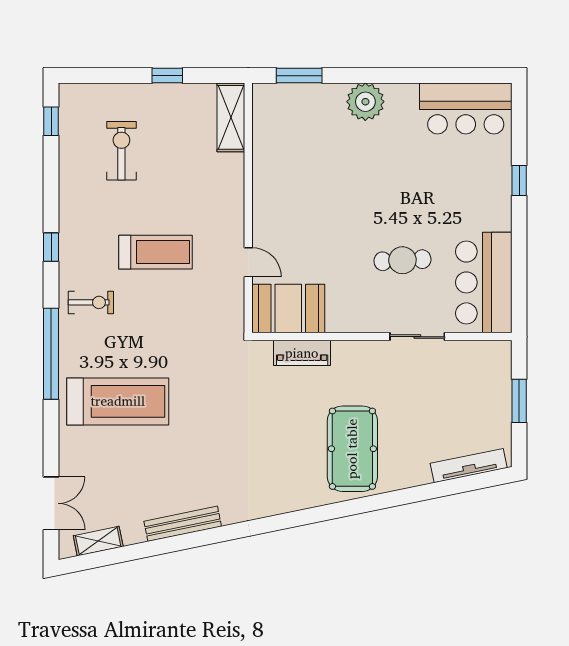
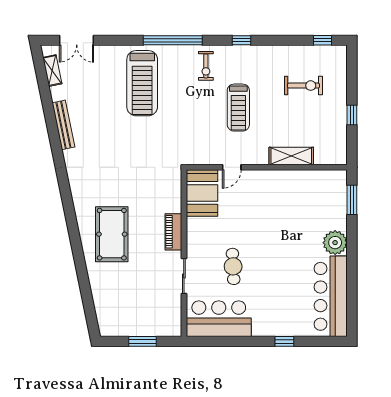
bar counter: (466, 108) -> (331, 296), width x1.36
shelving: (231, 117) -> (291, 156), moved
piano: (302, 353) -> (173, 232), moved
pool table: (352, 449) -> (112, 234), turned 90
tv unit: (469, 466) -> (101, 309), removed

